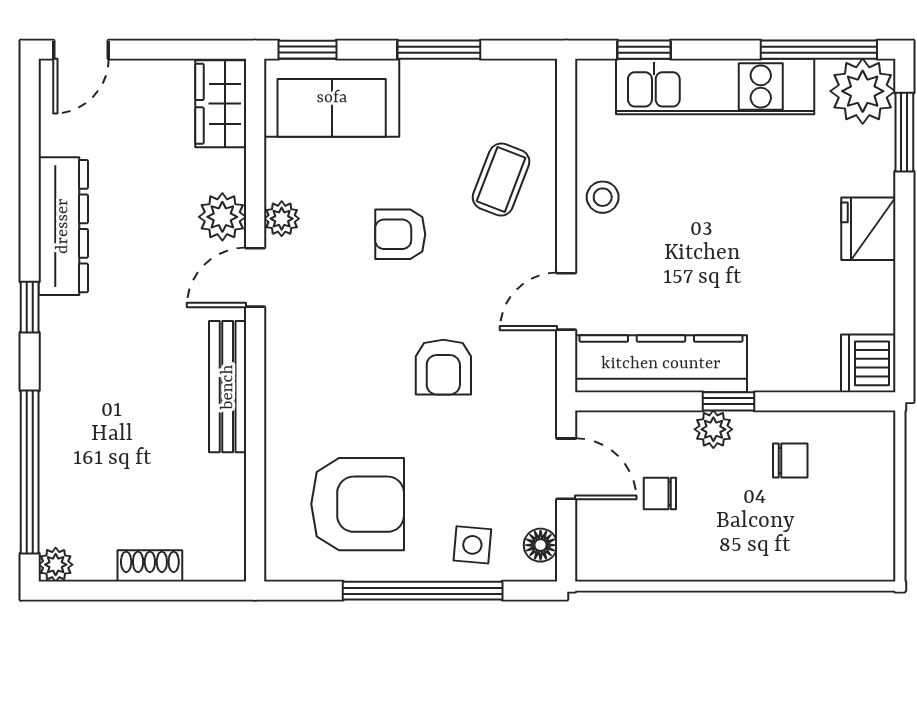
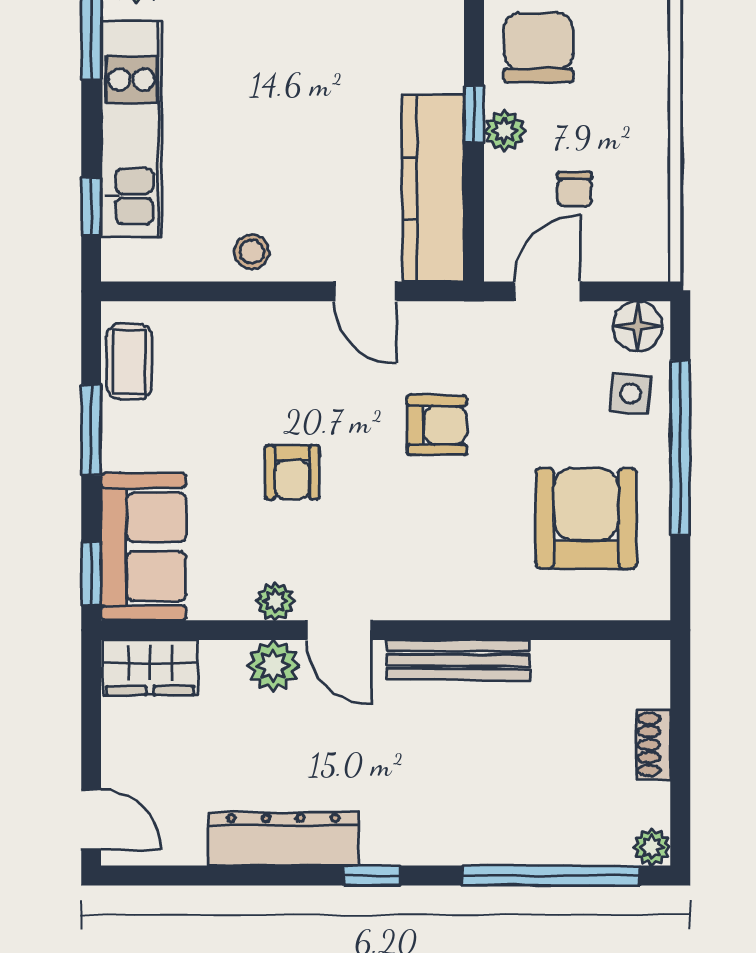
coffee table: (501, 180) -> (129, 361), moved, turned 69
chair: (790, 460) -> (538, 48), width x1.87, depth x1.87
floor lamp: (541, 545) -> (637, 326), width x1.37, depth x1.37

